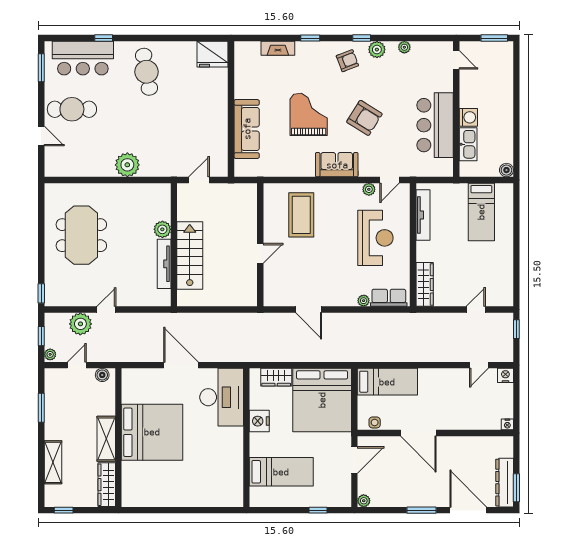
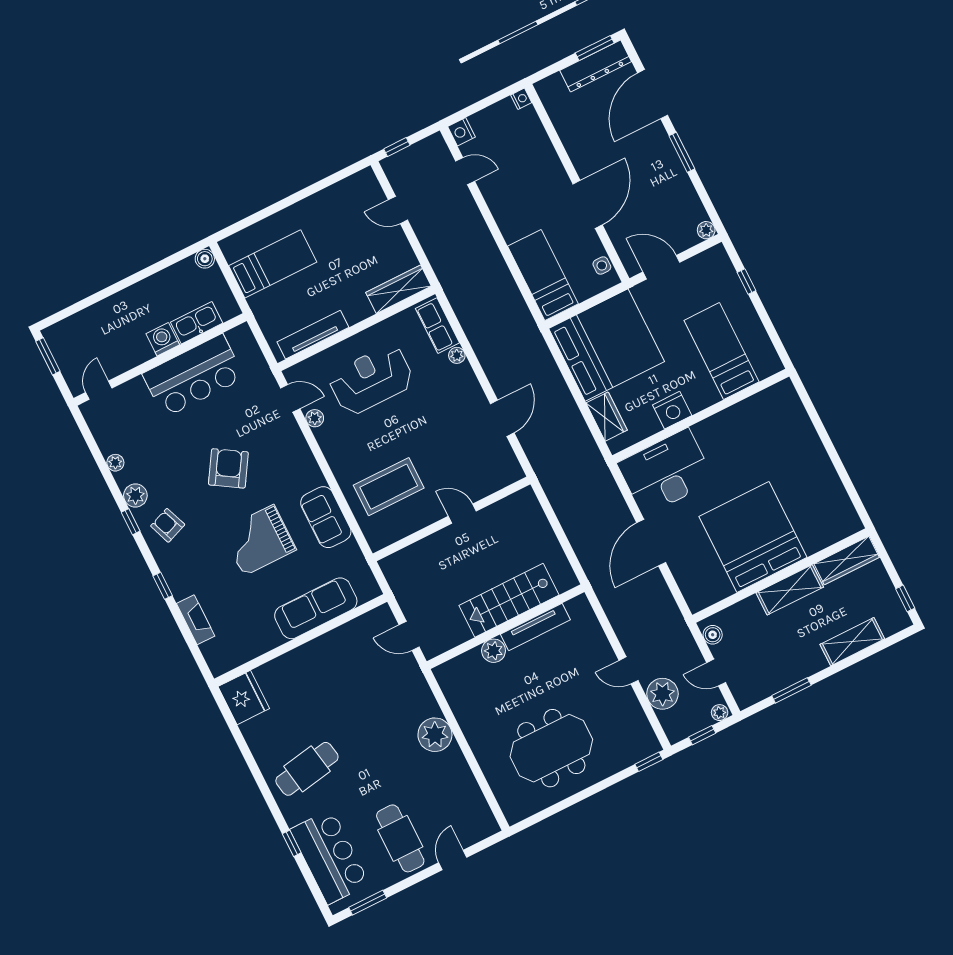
sofa: (337, 165) -> (326, 517), moved

